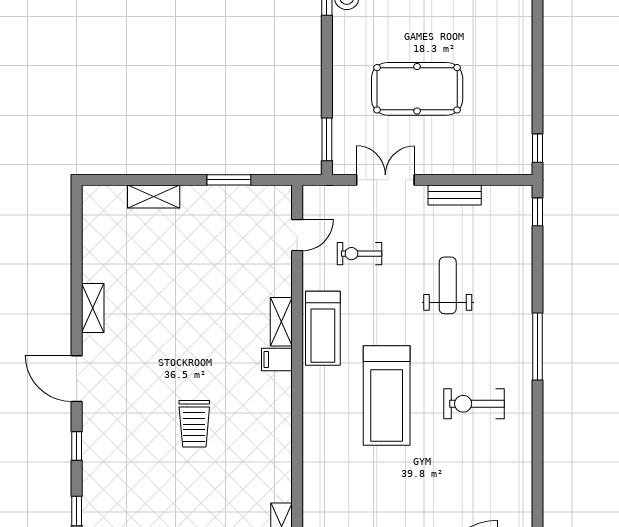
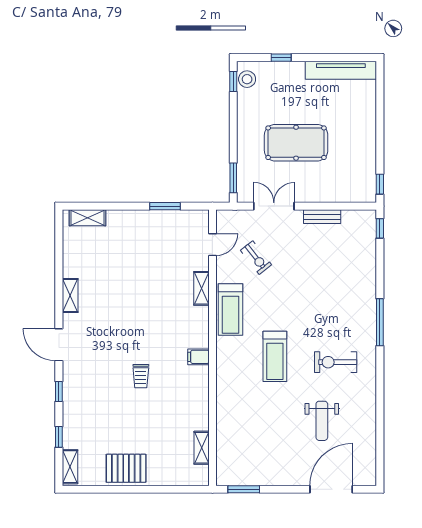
shelving: (154, 196) -> (87, 218), moved
exercise bike: (359, 254) -> (256, 258), turned -128
weight bench: (448, 285) -> (322, 421), moved, turned 180
shelving: (281, 322) -> (201, 288), moved
filing cabinet: (277, 359) -> (198, 357), moved
treadmill: (387, 395) -> (275, 356), width x0.73, depth x0.73
trolley: (194, 424) -> (141, 376), width x0.73, depth x0.72

